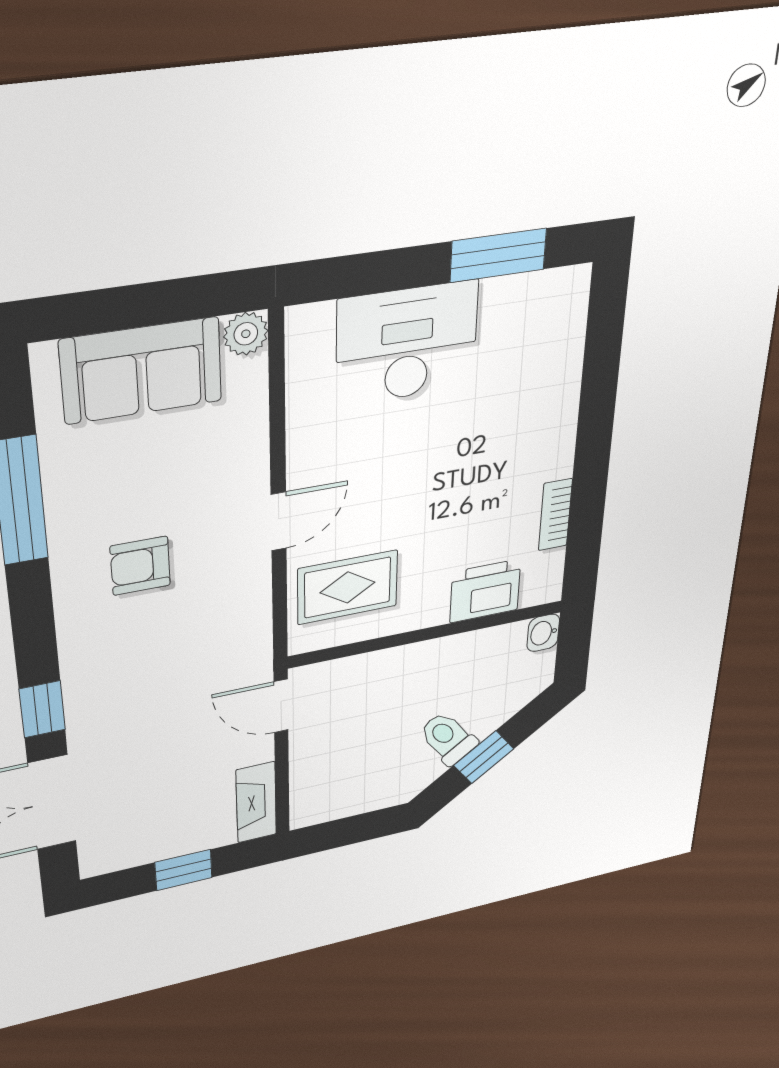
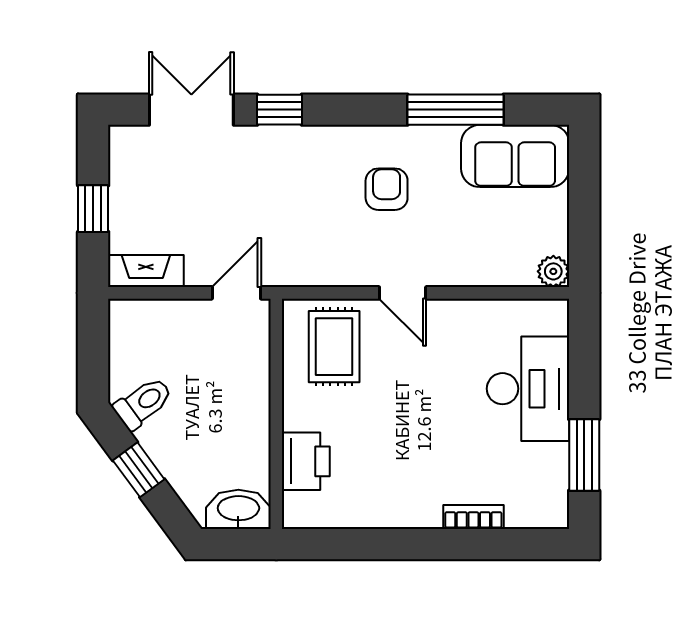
sofa: (142, 371) -> (515, 156), moved, turned -90
bookcase: (555, 515) -> (473, 517), moved
washbasin: (543, 633) -> (238, 509), width x1.91, depth x1.45
toilet: (448, 738) -> (143, 403), moved

